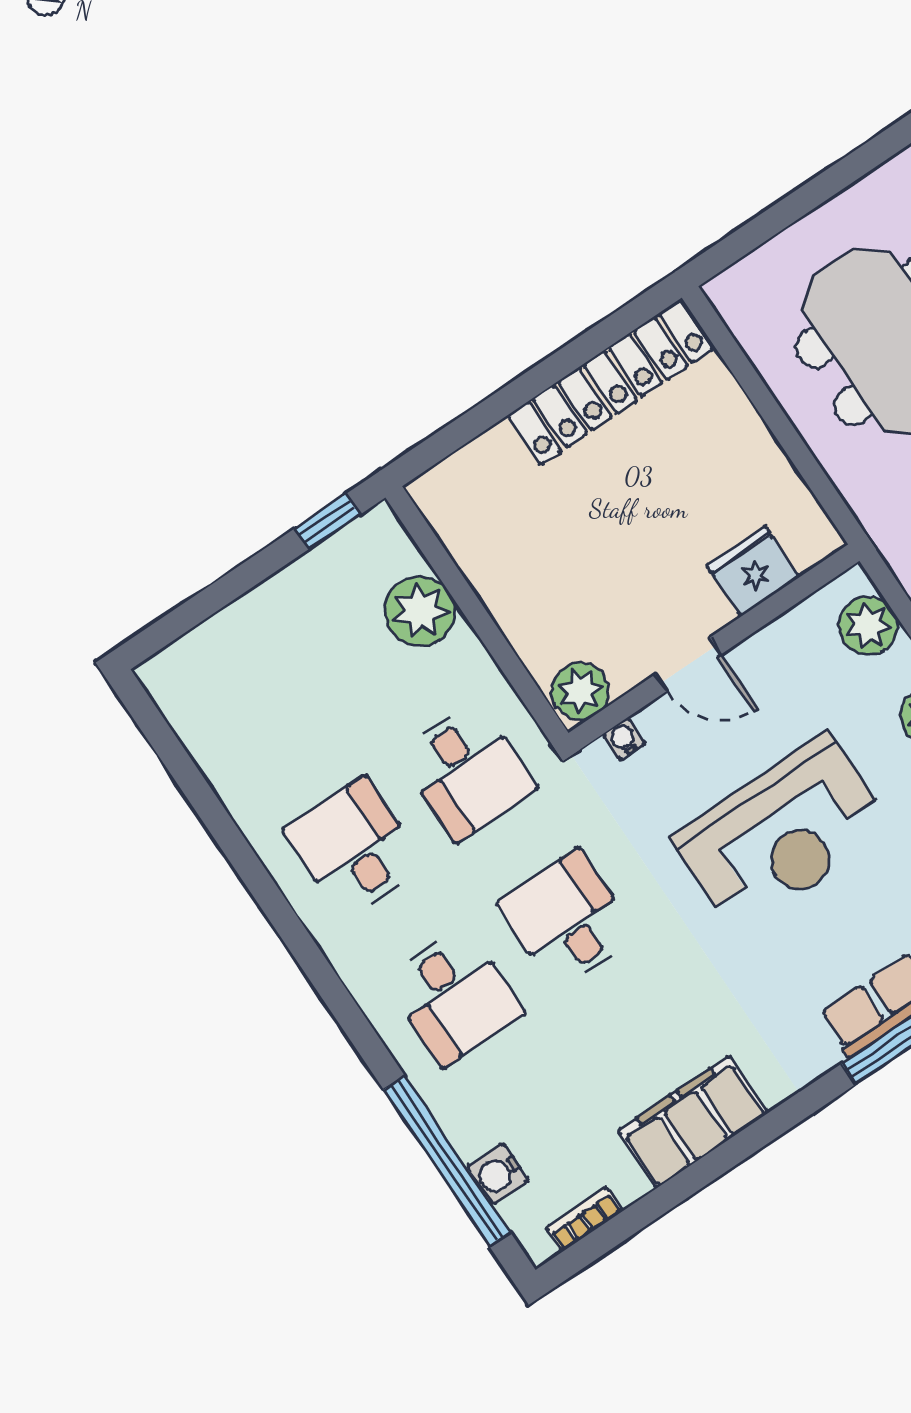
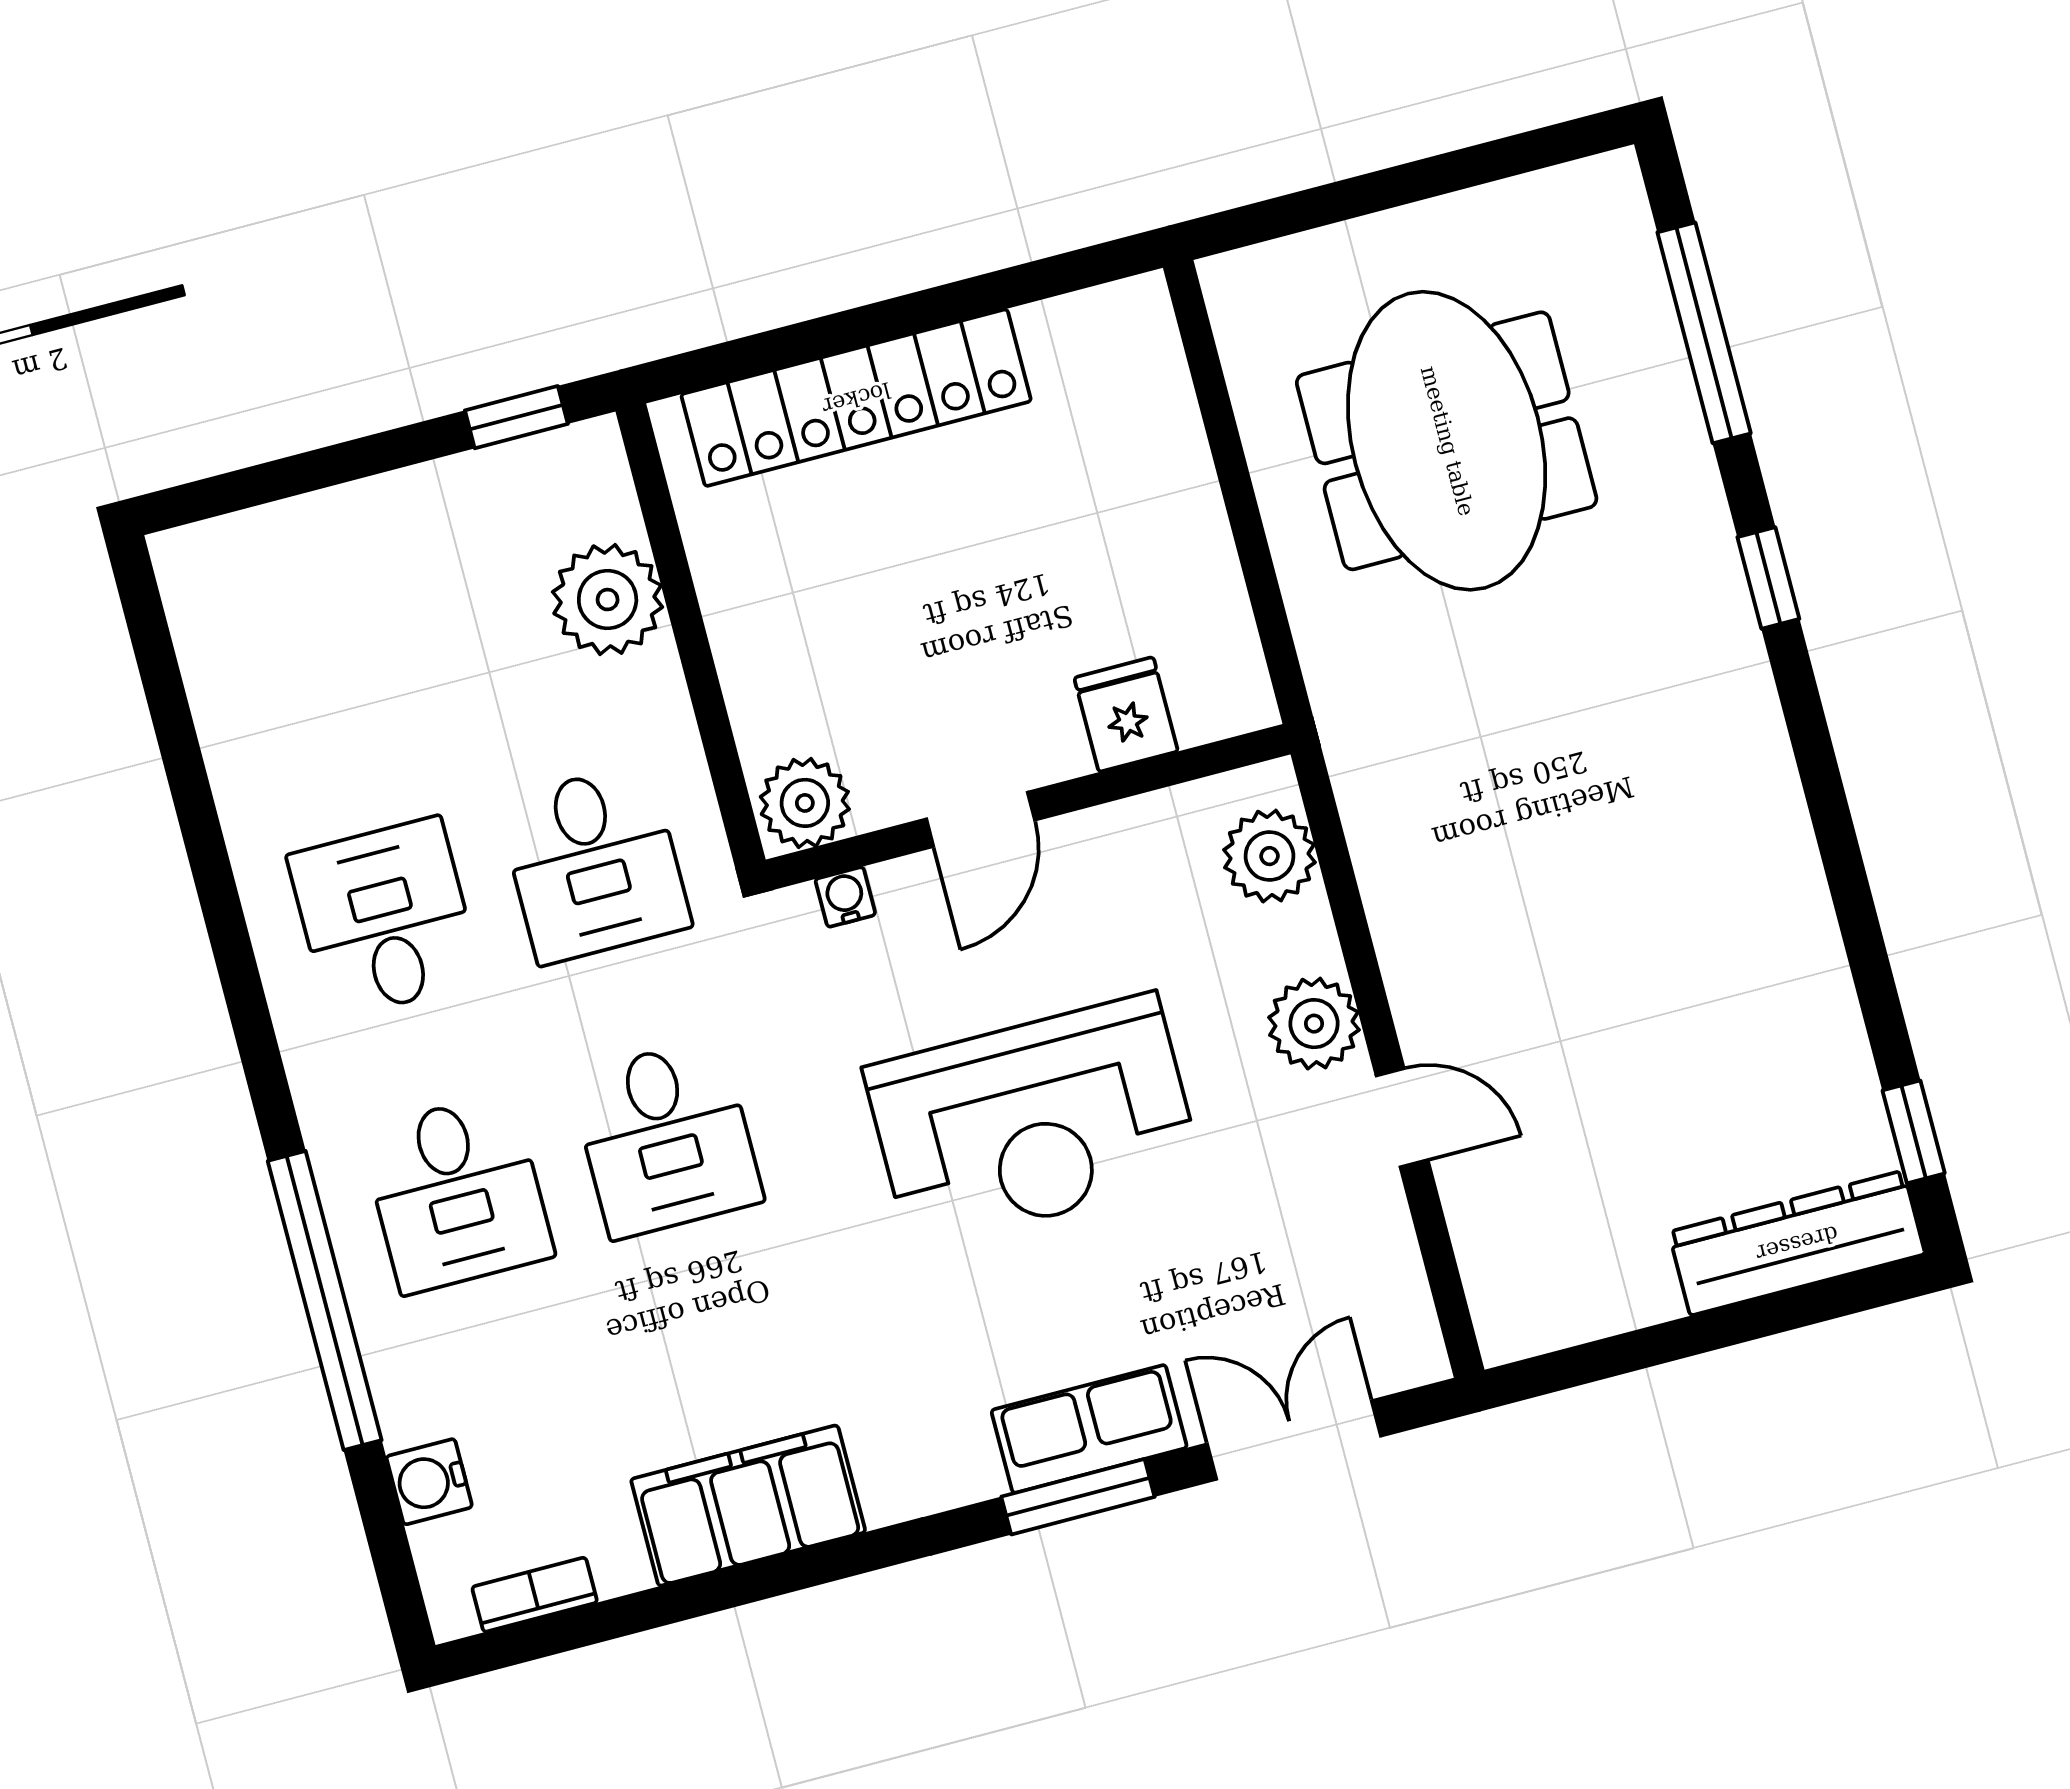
locker: (610, 382) -> (856, 398), moved
fridge: (753, 571) -> (1126, 714), width x0.72
door: (688, 664) -> (981, 819), hinge flipped
desk: (567, 920) -> (666, 1138), turned 180
window: (447, 1161) -> (325, 1300), moved

